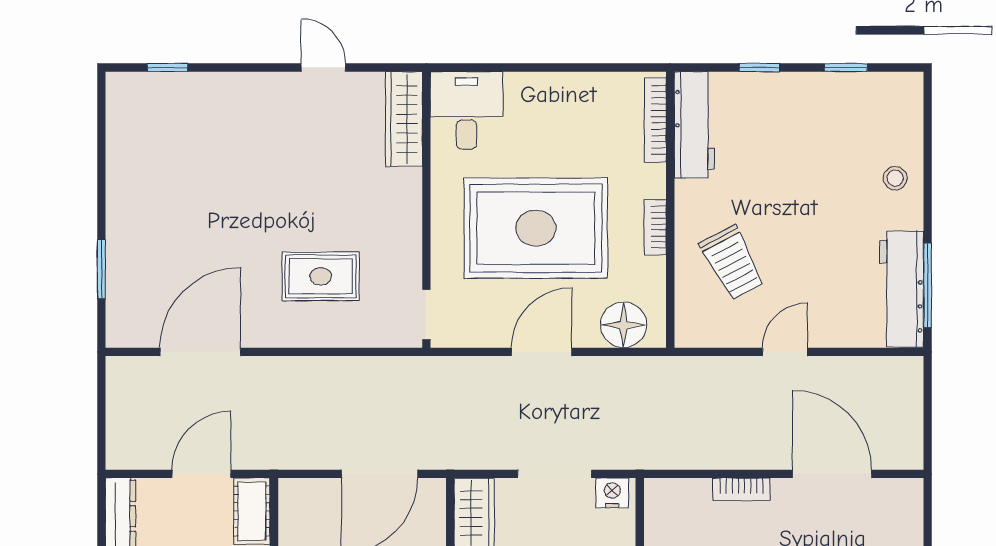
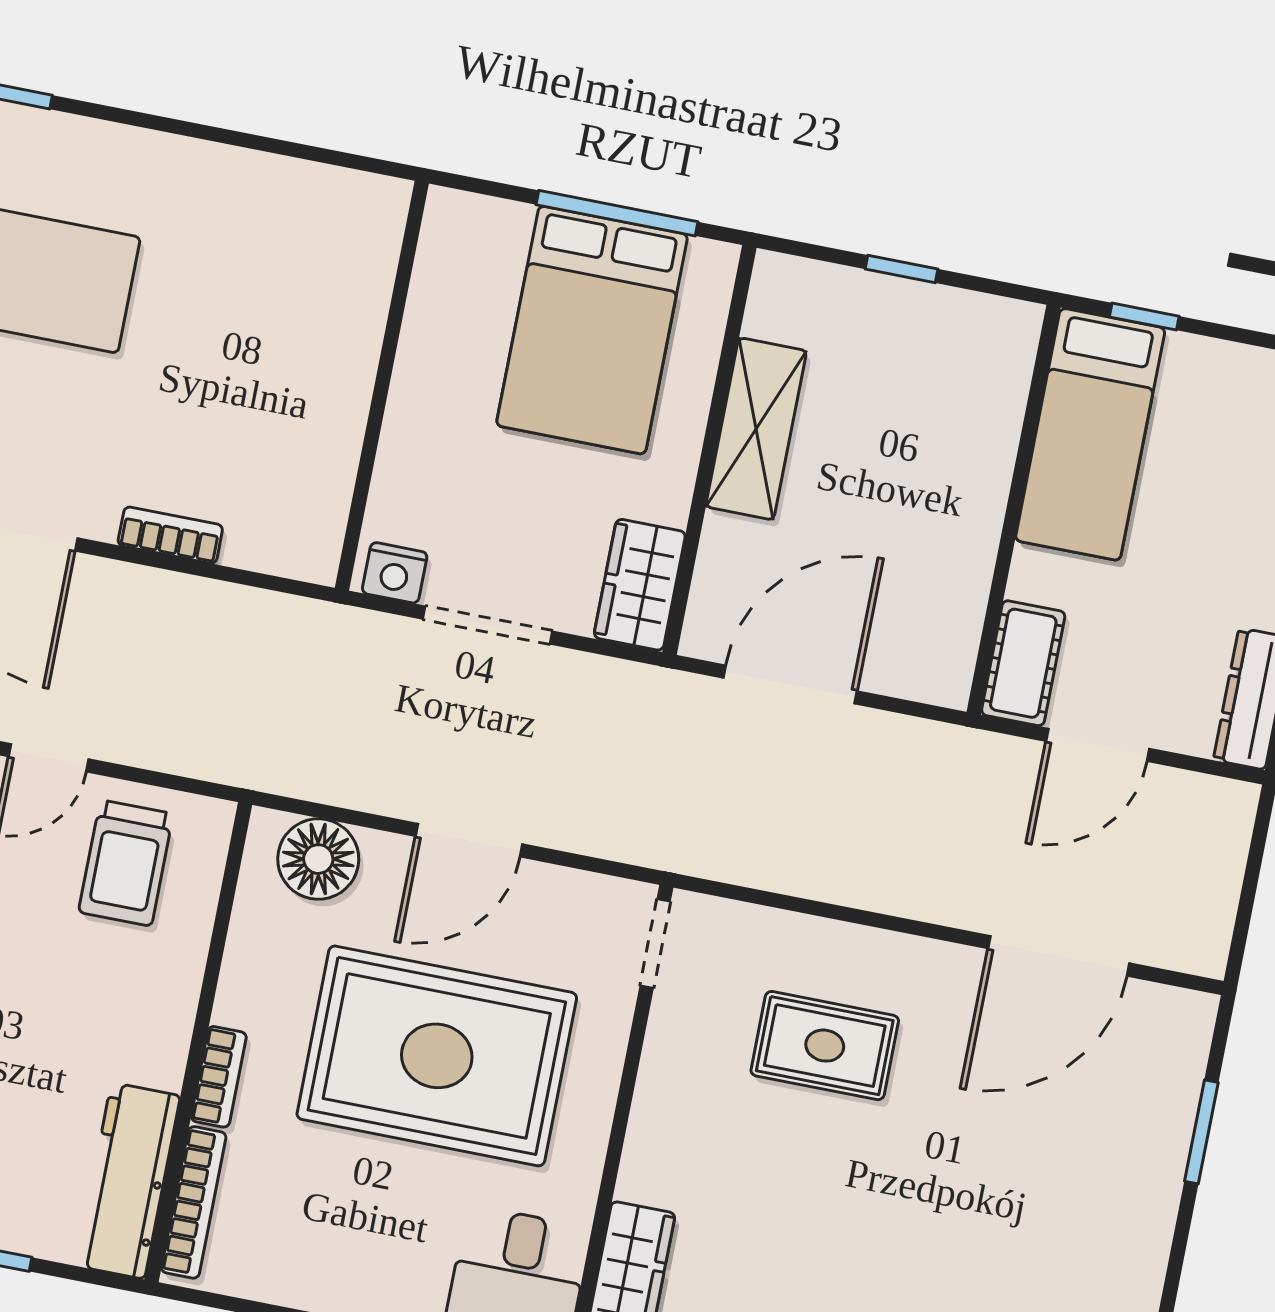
bookcase: (655, 227) -> (219, 1077), moved
trolley: (732, 263) -> (126, 863), moved, turned -152

